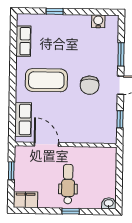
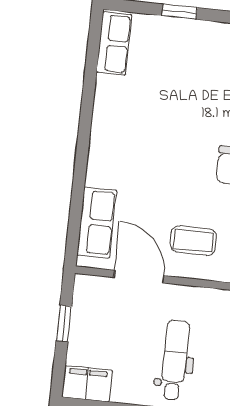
row of seats: (23, 41) -> (114, 43), moved
coffee table: (46, 80) -> (193, 240), moved, width x0.54, depth x0.58

